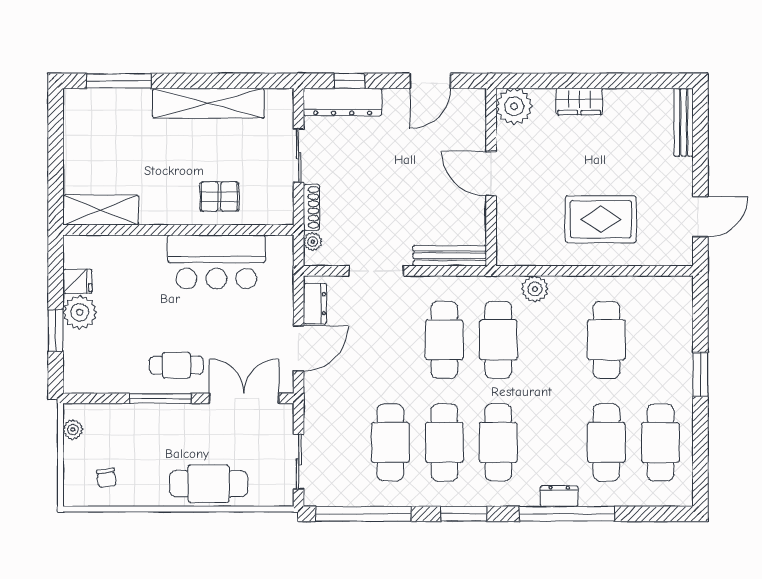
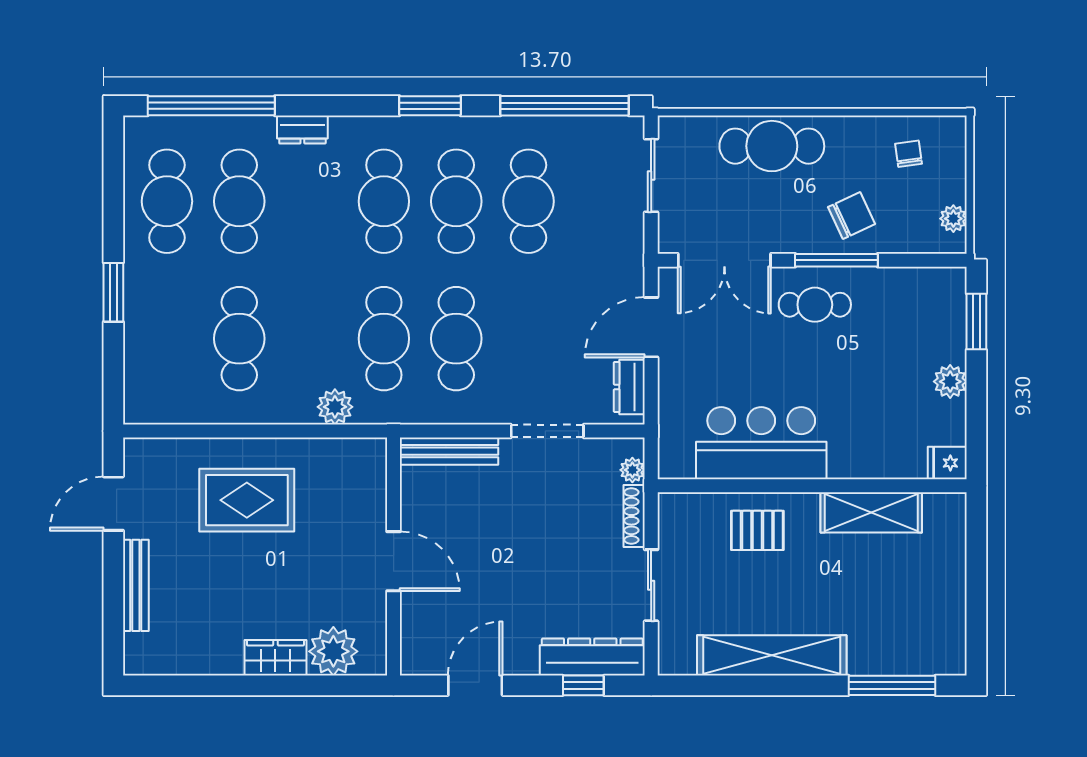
plant: (514, 106) -> (333, 651), moved
bench: (684, 122) -> (136, 585), moved
shelving: (101, 210) -> (871, 512), moved
fridge: (77, 281) -> (947, 463), moved
plant: (80, 312) -> (950, 382), width x0.73, depth x0.73
window: (56, 331) -> (976, 322), moved
chair: (149, 432) -> (852, 216), added
window: (567, 514) -> (211, 106), moved

